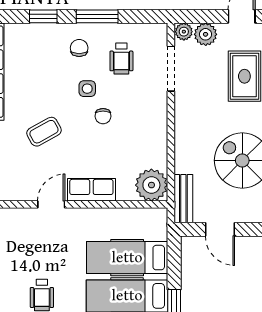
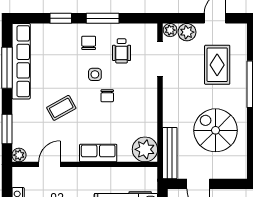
bench: (183, 199) -> (170, 153), width x1.36
door: (51, 204) -> (49, 164), moved

